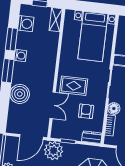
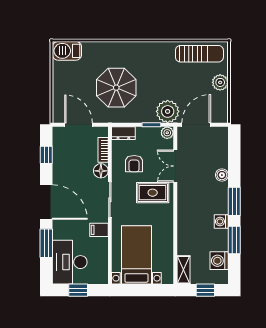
boiler: (20, 94) -> (222, 175), width x0.54, depth x0.54
plant: (56, 133) -> (167, 133), added

